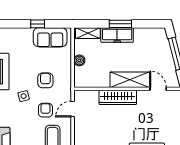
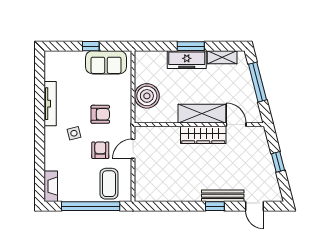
shelving: (88, 33) -> (222, 57), moved
boiler: (79, 60) -> (147, 96), width x1.86, depth x1.86
armchair: (45, 80) -> (100, 114), turned 90
wardrobe: (118, 97) -> (203, 135), moved

